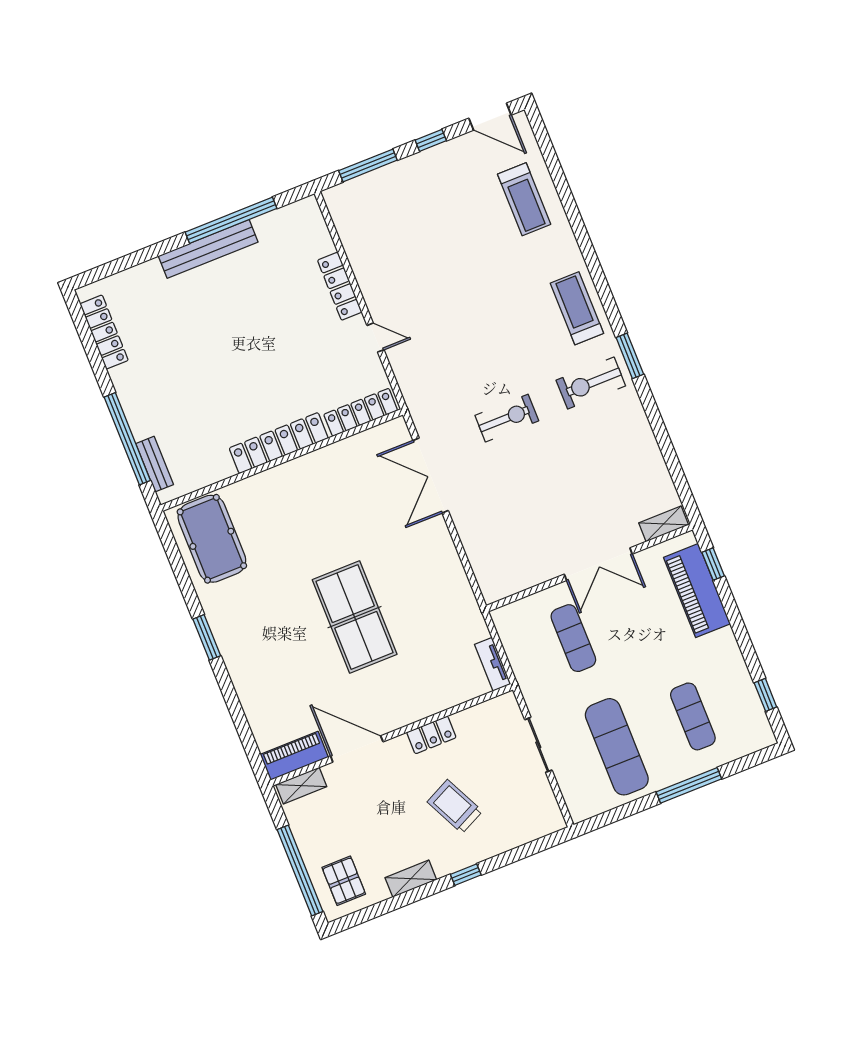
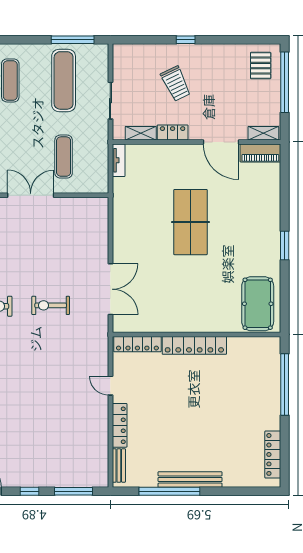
bench: (155, 464) -> (119, 465), moved
window: (689, 785) -> (73, 40), moved
shelving: (411, 879) -> (141, 133), moved

